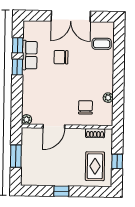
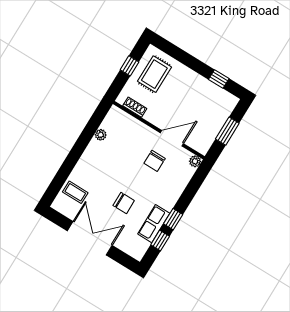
chair: (85, 107) -> (155, 161), moved
window: (61, 191) -> (219, 79), moved

